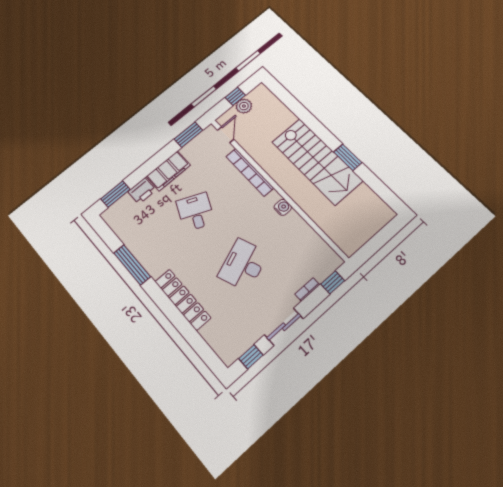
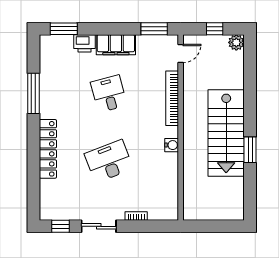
plant: (244, 106) -> (236, 42), moved
desk: (195, 212) -> (109, 94), turned -39
window: (333, 282) -> (157, 226), removed

